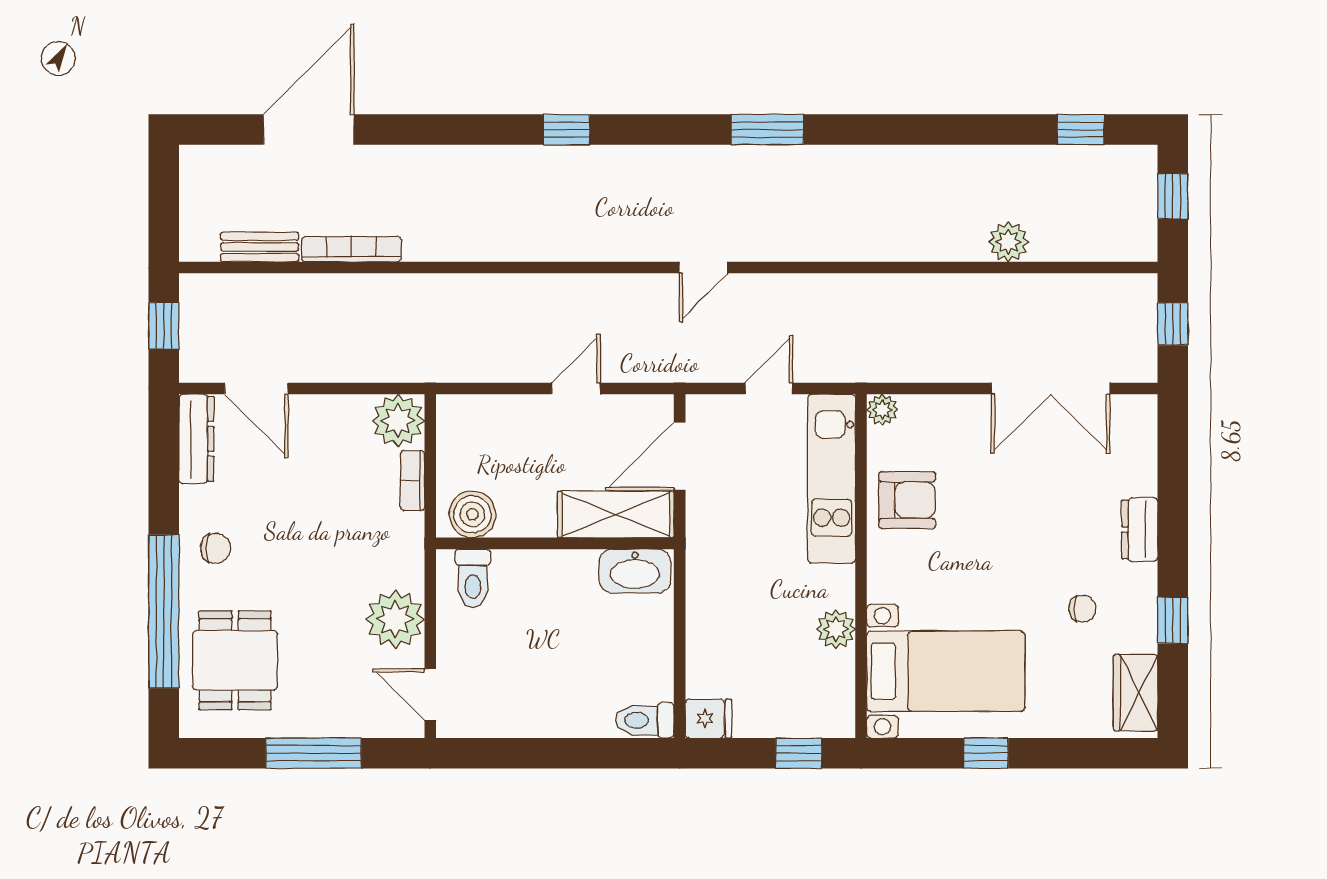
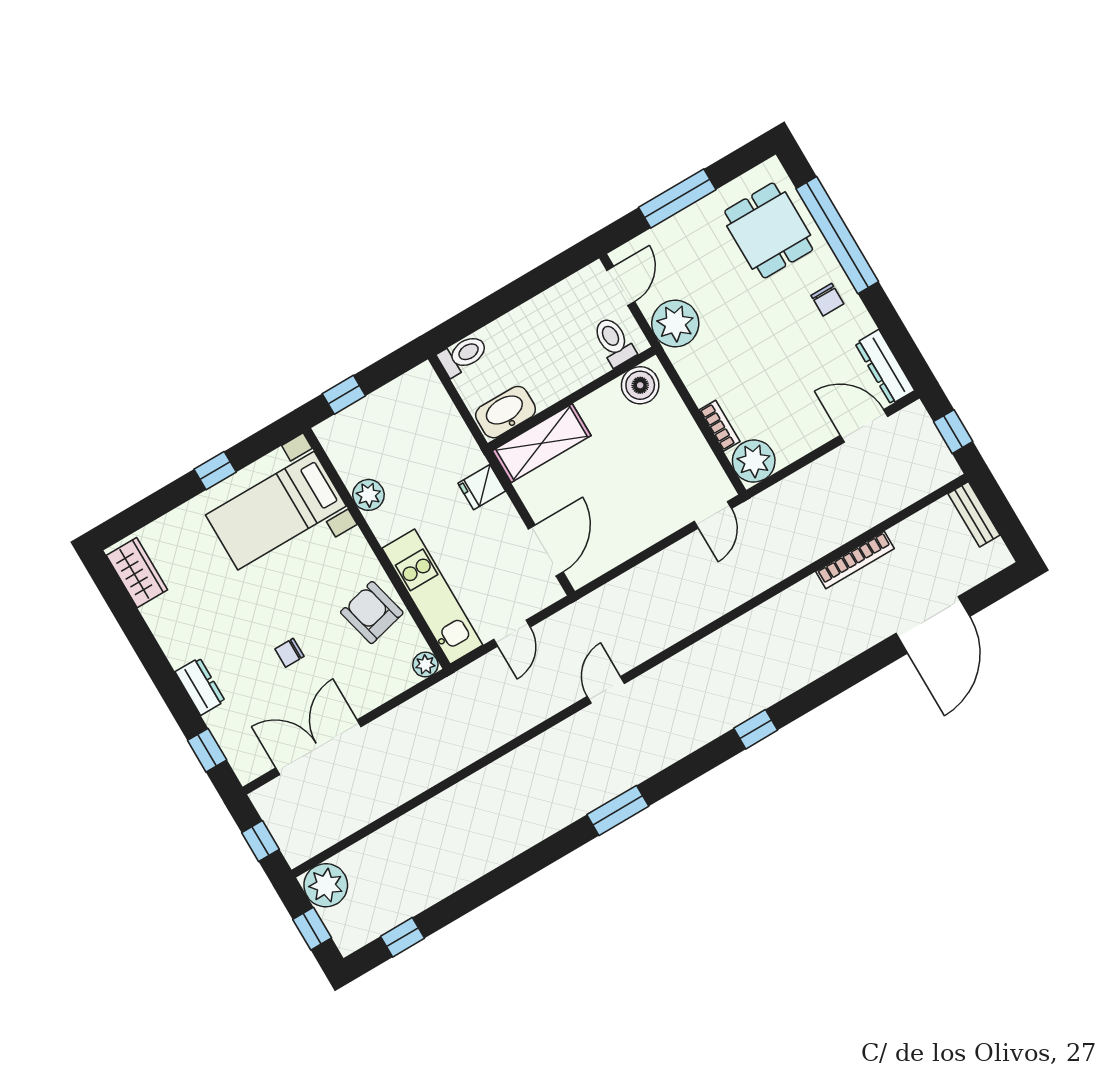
plant: (1008, 242) -> (326, 885), moved, width x1.36, depth x1.36
bench: (260, 247) -> (974, 514), moved, turned 90
door: (576, 388) -> (713, 515), moved
armchair: (907, 500) -> (372, 613), turned 76
boiler: (472, 514) -> (640, 385), moved
shelving: (616, 514) -> (542, 443), moved
wall: (555, 543) -> (572, 399), moved
chair: (215, 548) -> (827, 300), turned -90
washbasin: (635, 571) -> (506, 412), moved
toilet: (473, 578) -> (614, 341), moved
chair: (1083, 609) -> (289, 653), moved
window: (1173, 620) -> (207, 750), moved
door: (430, 694) -> (621, 286), hinge flipped
fridge: (708, 719) -> (482, 487), moved

